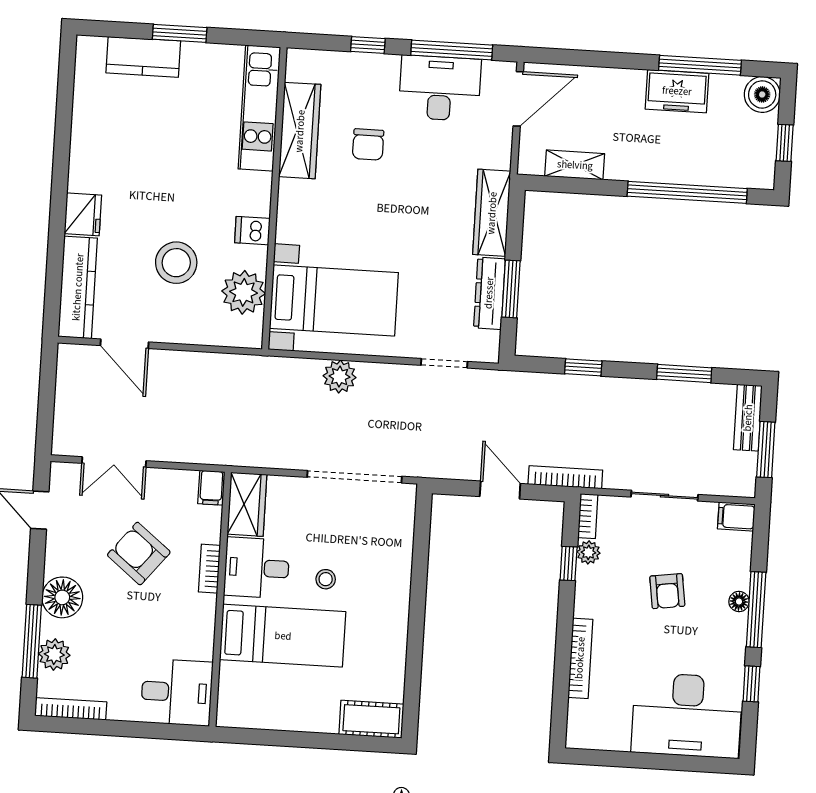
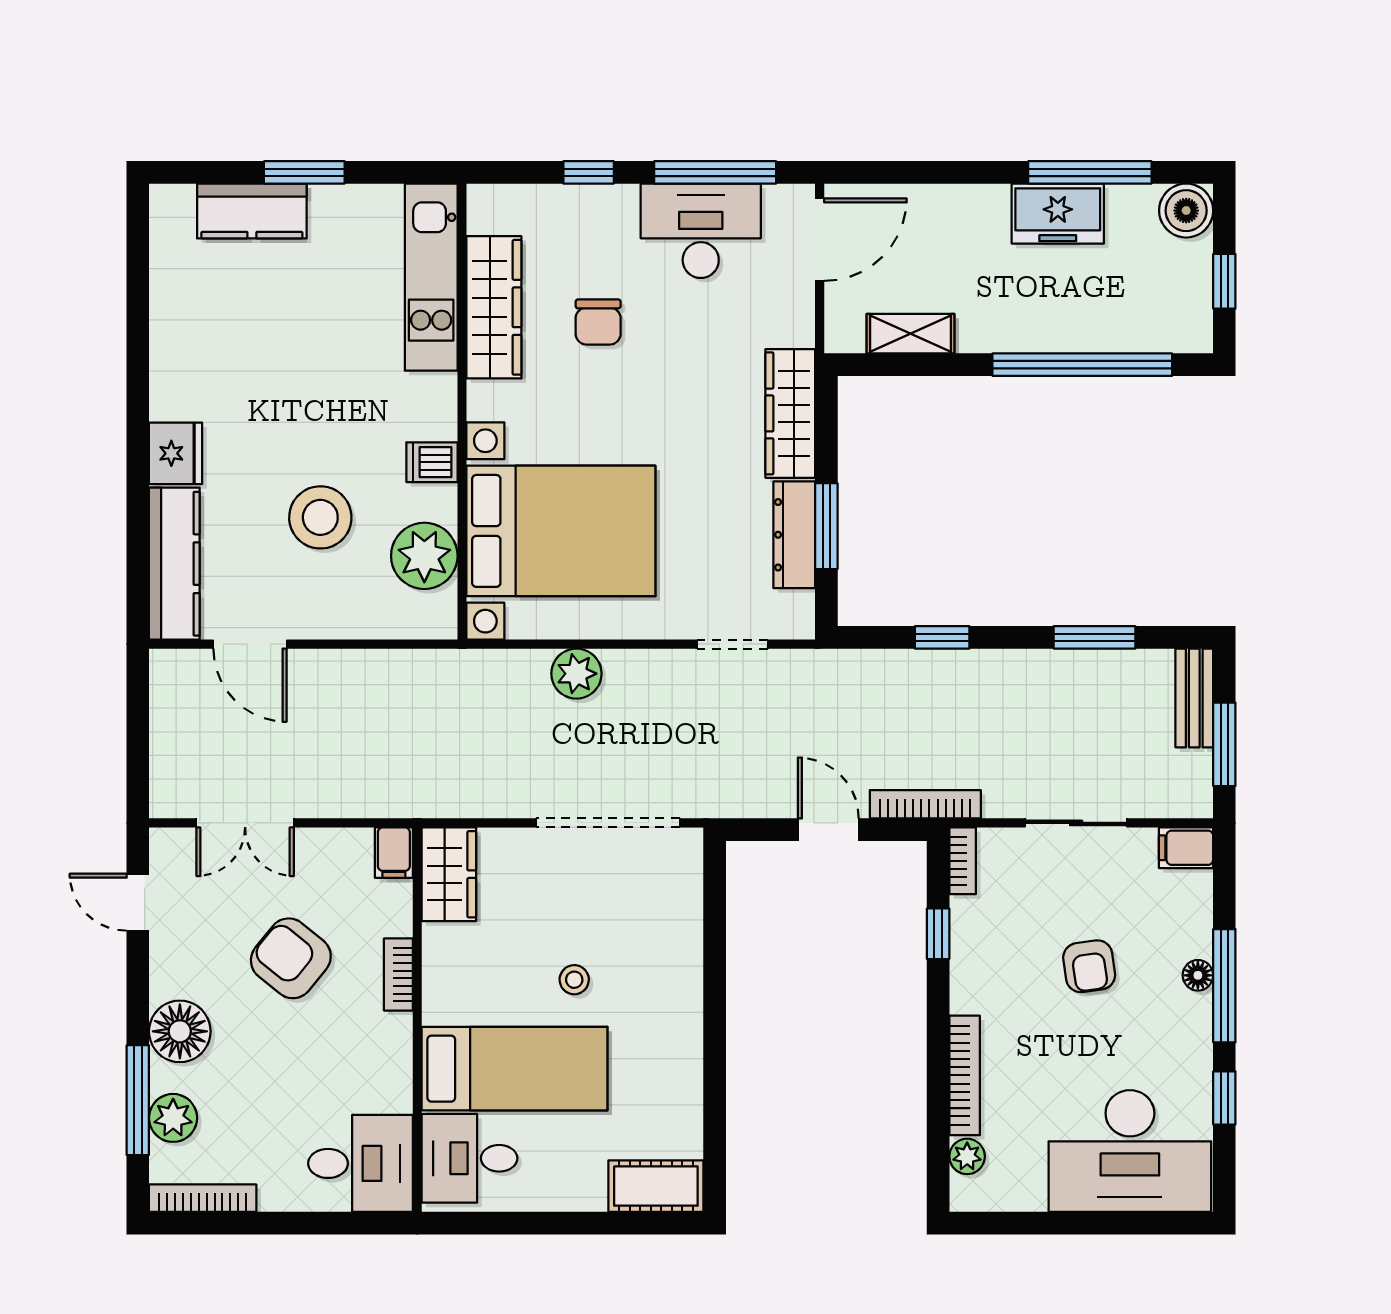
bed with nightstands: (334, 300) -> (561, 531), width x1.36
plant: (588, 552) -> (967, 1156), moved
desk: (257, 568) -> (470, 1158), moved

